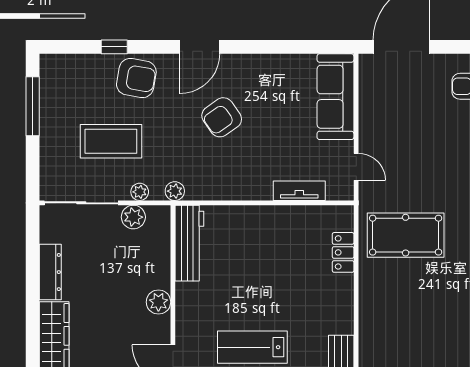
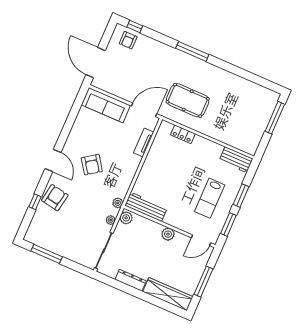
coffee table: (111, 141) -> (80, 223), removed
door: (356, 167) -> (144, 110), width x1.87
plant: (133, 217) -> (126, 218), moved
pool table: (406, 235) -> (188, 100), turned 90

